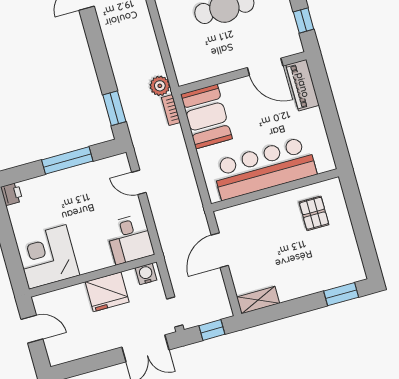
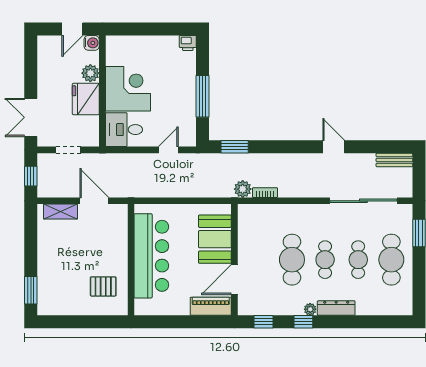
bookcase: (171, 110) -> (265, 193), moved
booth: (206, 116) -> (215, 239), moved, turned 90
corner desk: (47, 257) -> (128, 89), moved
water cooler: (146, 274) -> (92, 43), moved
plant: (76, 295) -> (90, 73), added
shelving: (258, 300) -> (61, 212), moved, turned 90
doorway: (175, 312) -> (68, 150), moved

